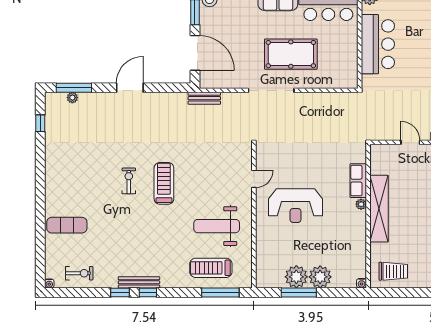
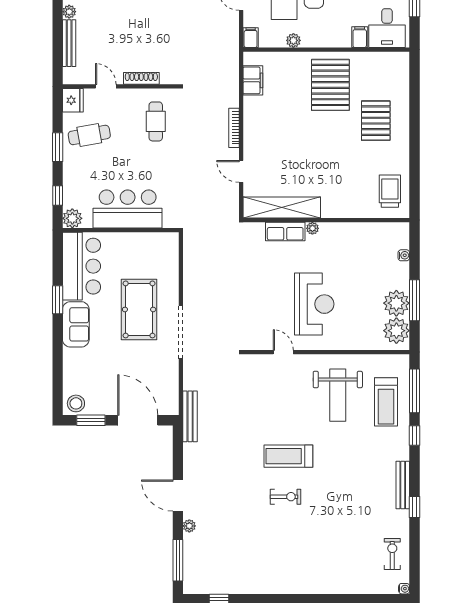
door: (195, 53) -> (138, 420), hinge flipped
plant: (72, 98) -> (189, 526), moved
bench: (204, 98) -> (190, 416), width x1.36
door: (410, 142) -> (241, 171), hinge flipped
exercise bike: (129, 181) -> (286, 497), turned 180
shelving: (379, 209) -> (282, 208), moved
exercise mat: (67, 225) -> (337, 568), removed
plant: (320, 277) -> (396, 331), moved
water cooler: (362, 283) -> (404, 255), moved
window: (148, 292) -> (414, 436), moved

